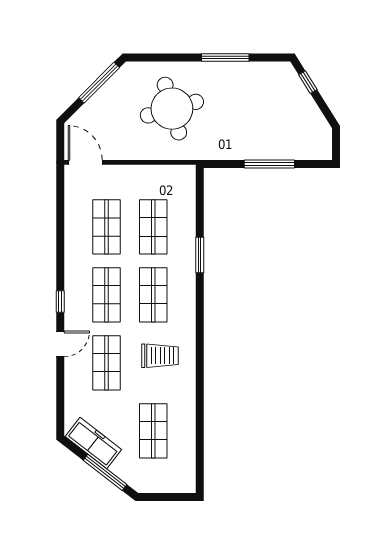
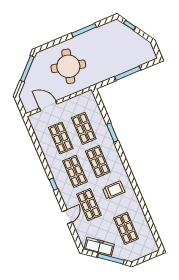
round table: (172, 109) -> (68, 66), turned 30
door: (85, 162) -> (48, 106), moved
door: (60, 344) -> (67, 217), moved

